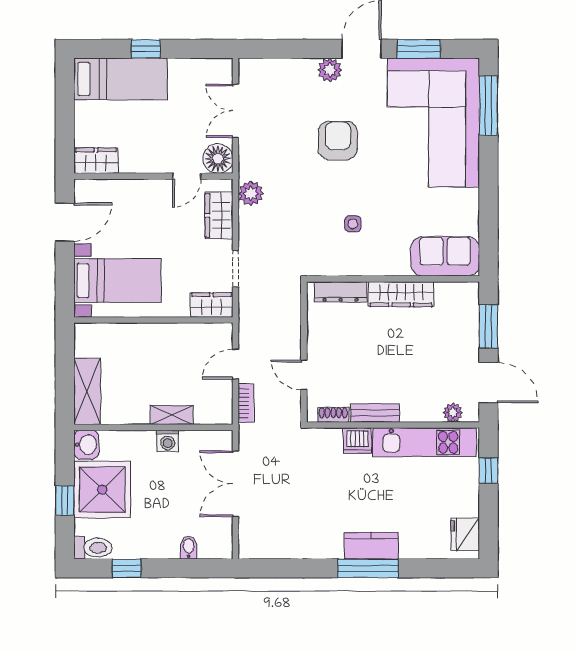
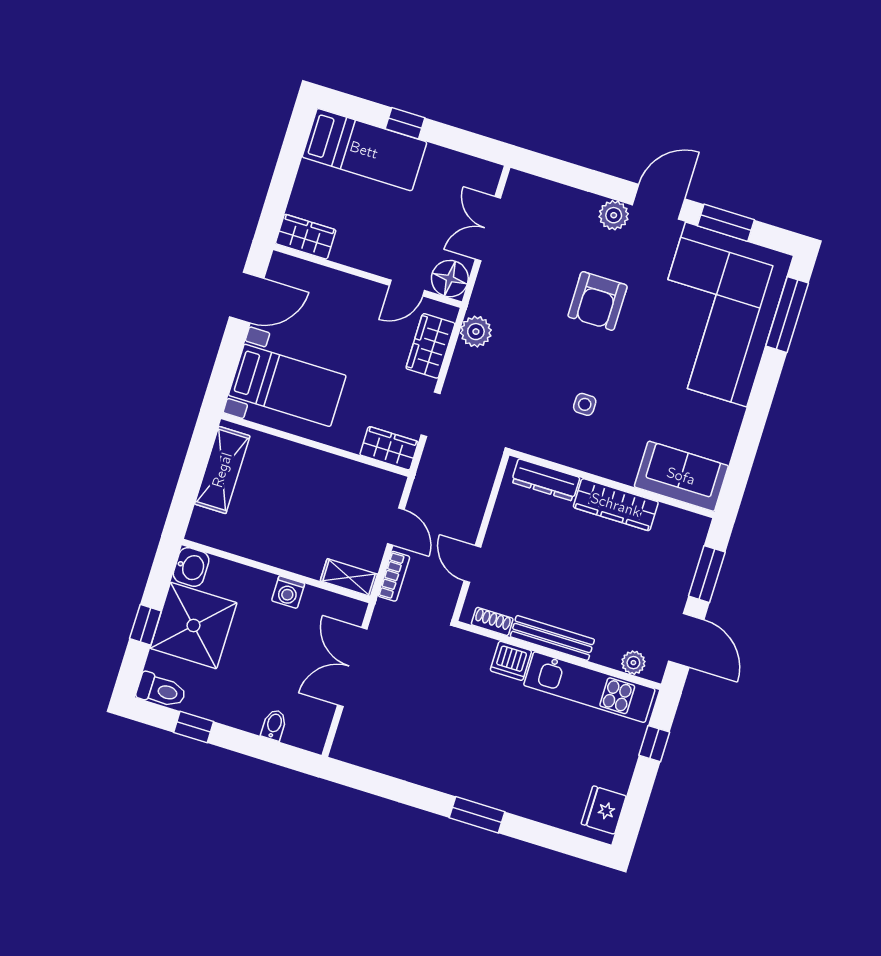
armchair: (338, 141) -> (598, 301), turned 180
door: (235, 364) -> (396, 526), swing flipped
shelving: (87, 391) -> (222, 470), moved
bench: (375, 413) -> (552, 638), width x1.36
shelving: (172, 415) -> (349, 578), moved
kitchen counter: (371, 546) -> (489, 789), removed
window: (368, 568) -> (477, 815), width x0.69

